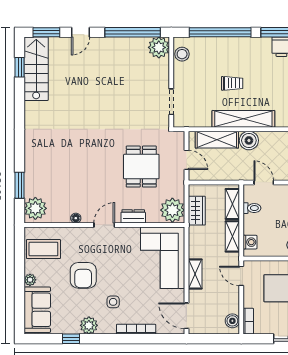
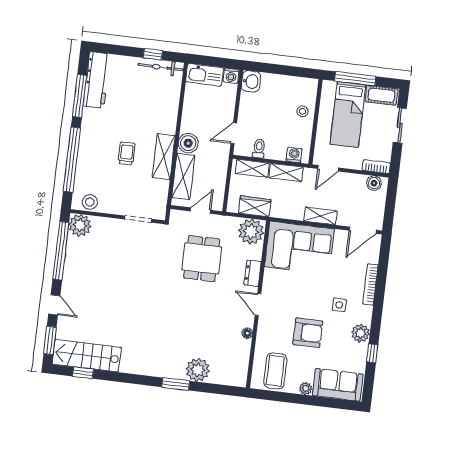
shelving: (243, 119) -> (164, 157), width x0.68
dining table: (141, 167) -> (202, 258), turned 90
window: (20, 185) -> (176, 384), moved
plant: (35, 208) -> (198, 370), moved

